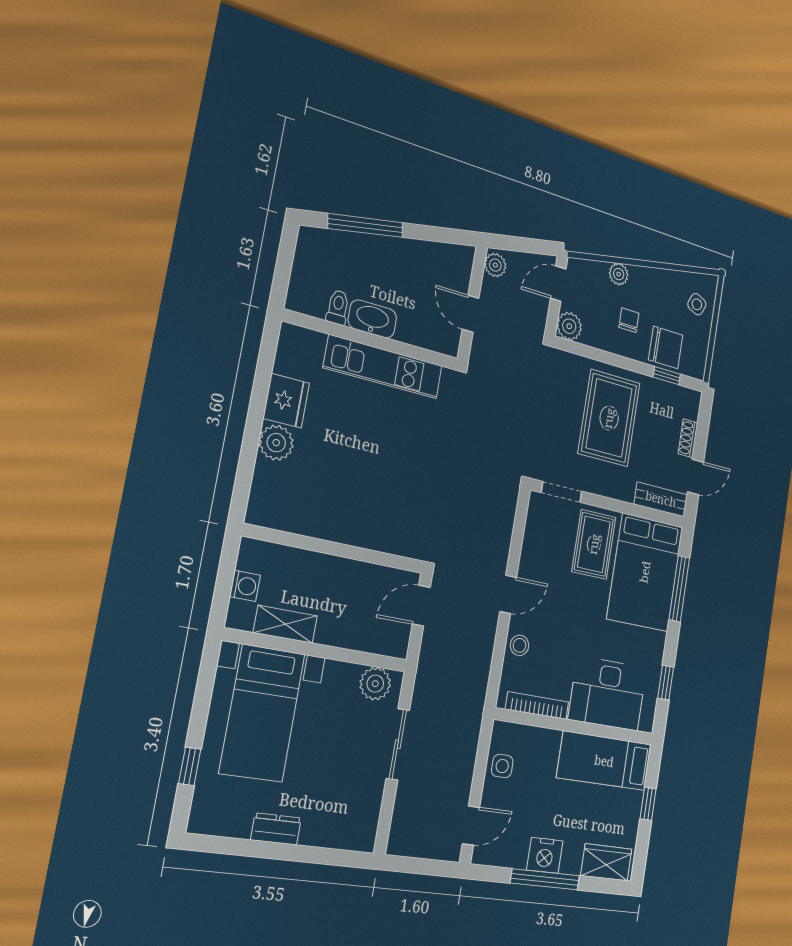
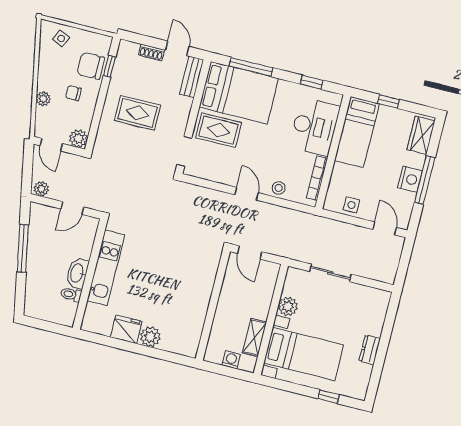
window: (366, 225) -> (23, 248), moved
chair: (666, 347) -> (91, 66), turned -90
rug: (609, 418) -> (137, 113), width x0.73, depth x0.70
plant: (375, 684) -> (288, 306), moved

